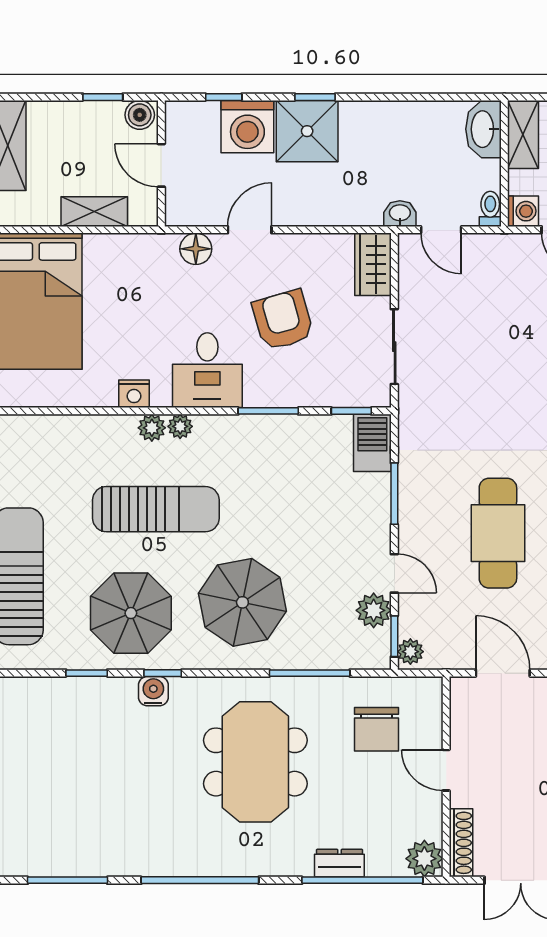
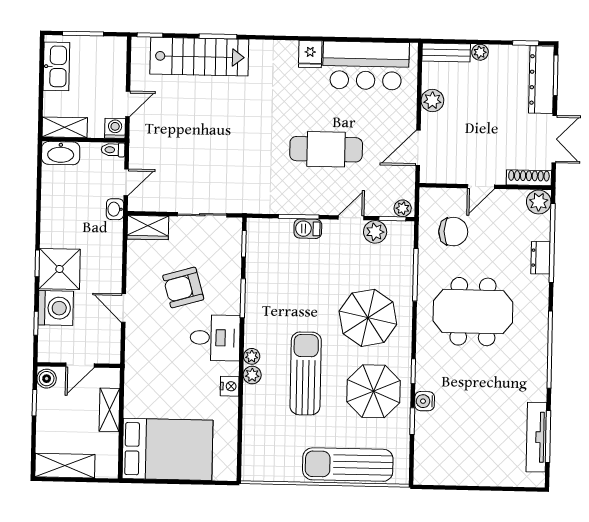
floor lamp: (196, 249) -> (135, 344), removed
barbecue: (372, 443) -> (308, 229), moved, width x0.73, depth x0.79
water cooler: (153, 691) -> (425, 401), moved
tv unit: (66, 863) -> (536, 437), added

